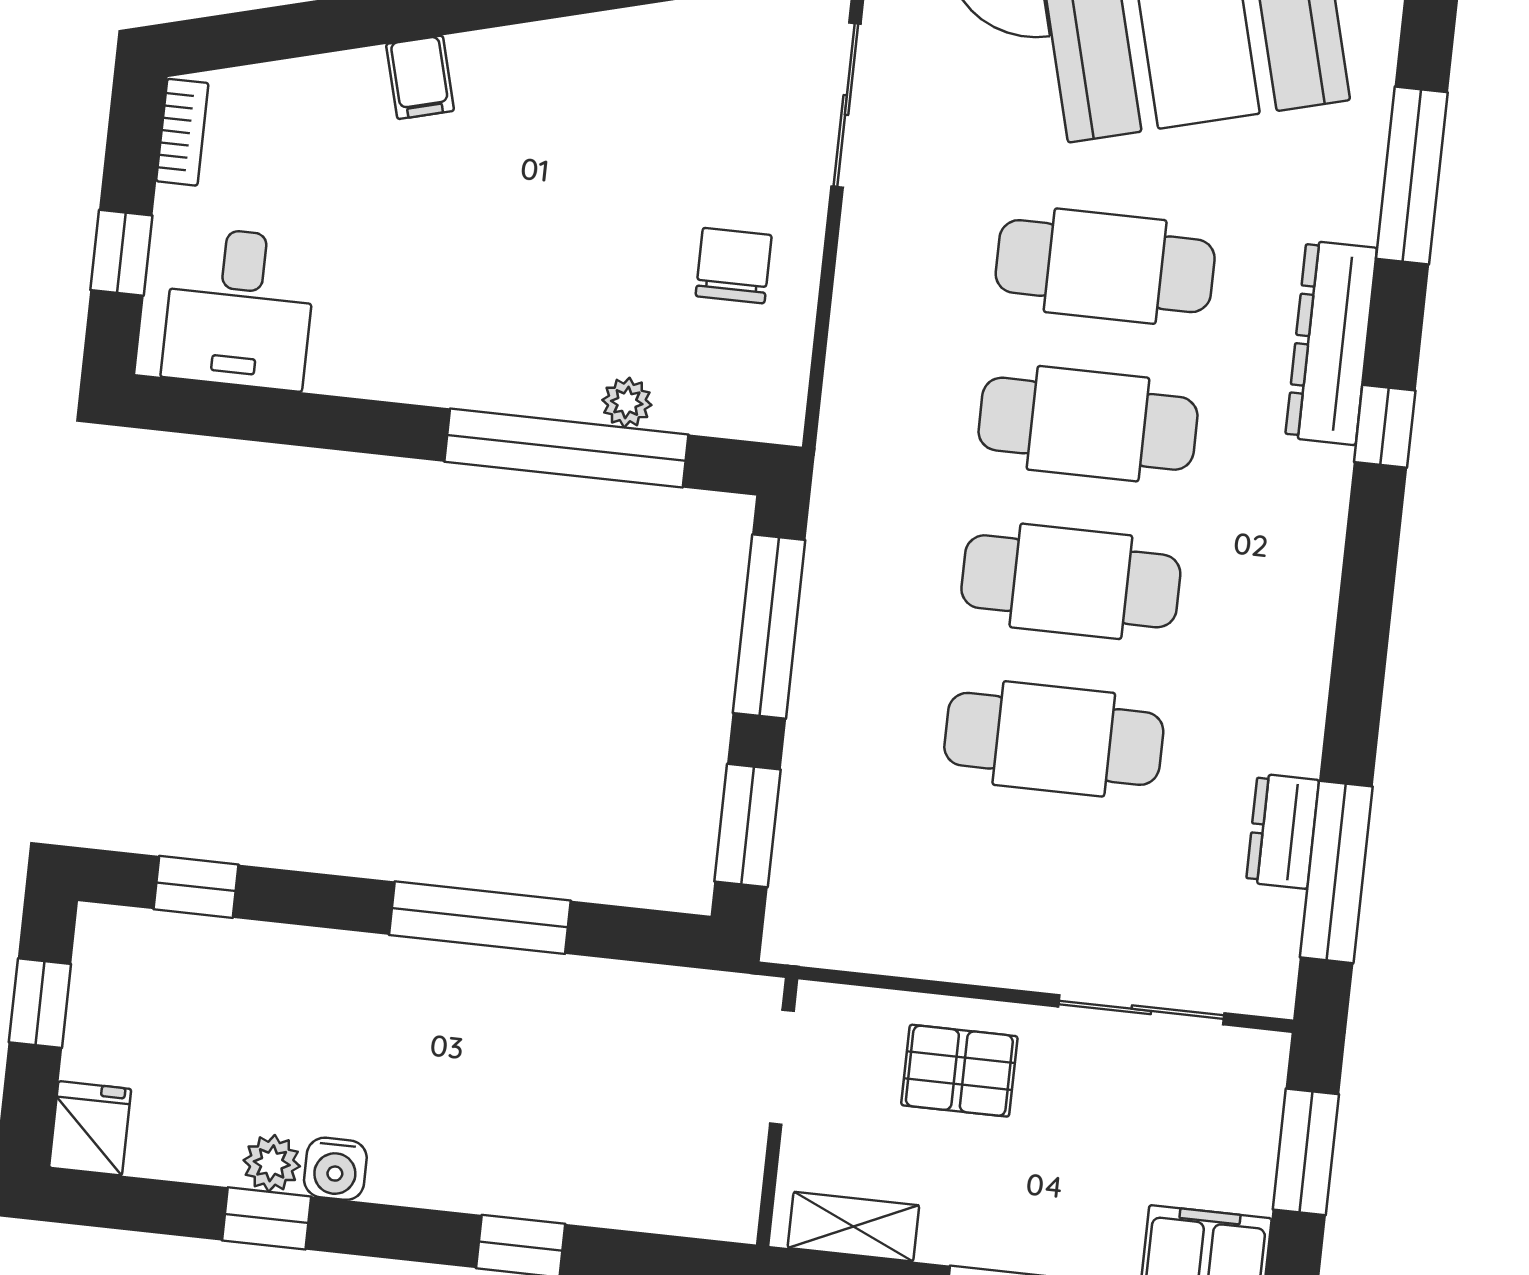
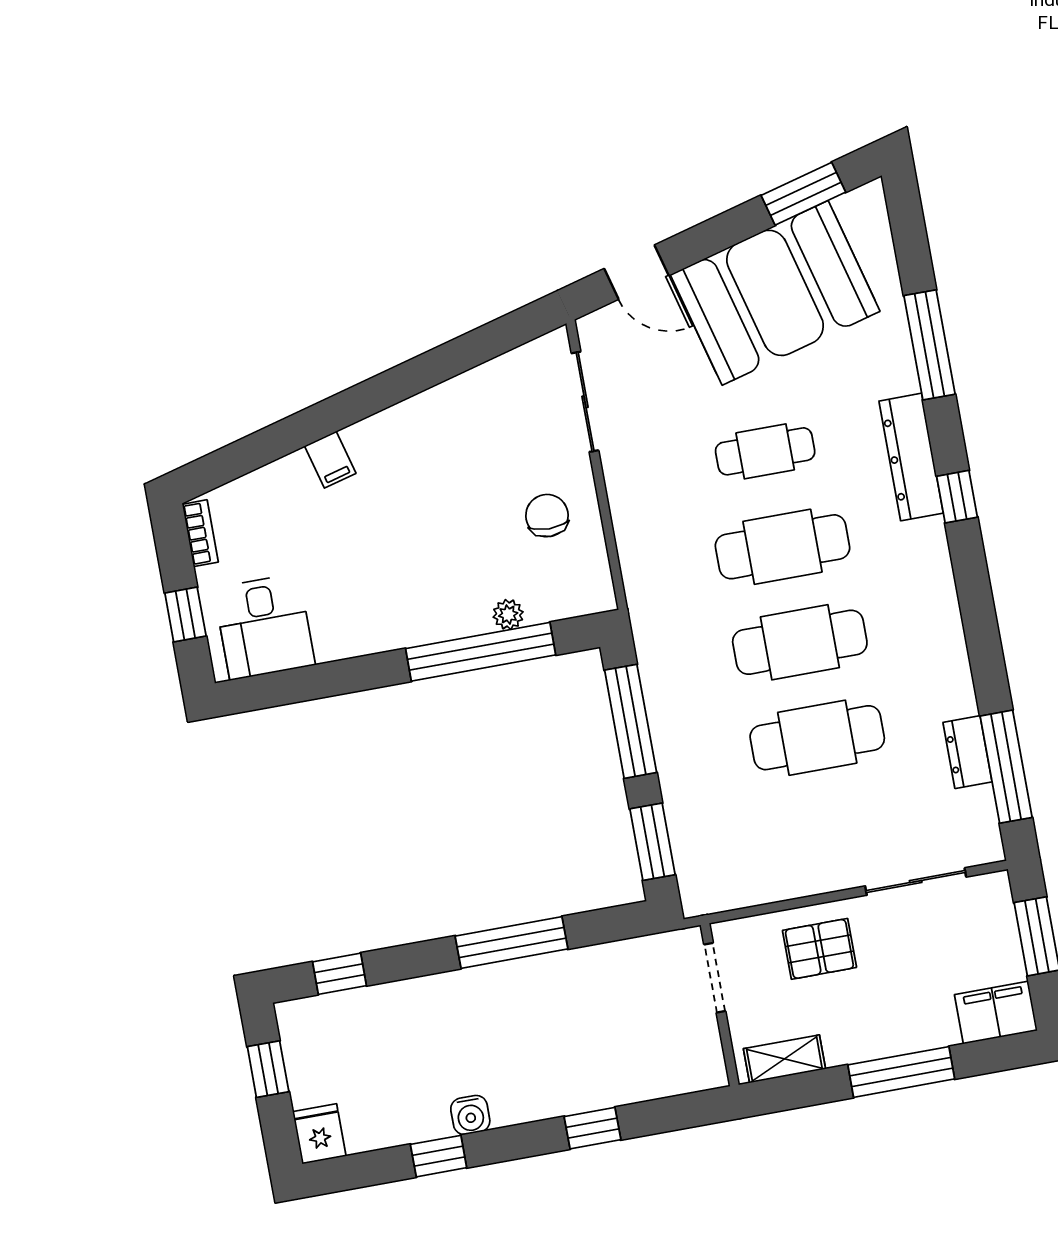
cafe table: (1105, 266) -> (765, 451), width x0.73, depth x0.74
plant: (272, 1163) -> (432, 1123), removed

